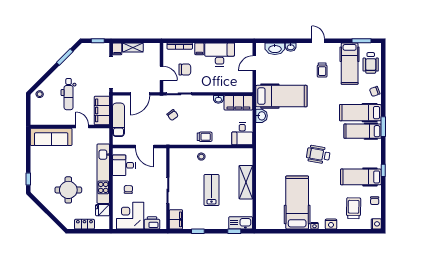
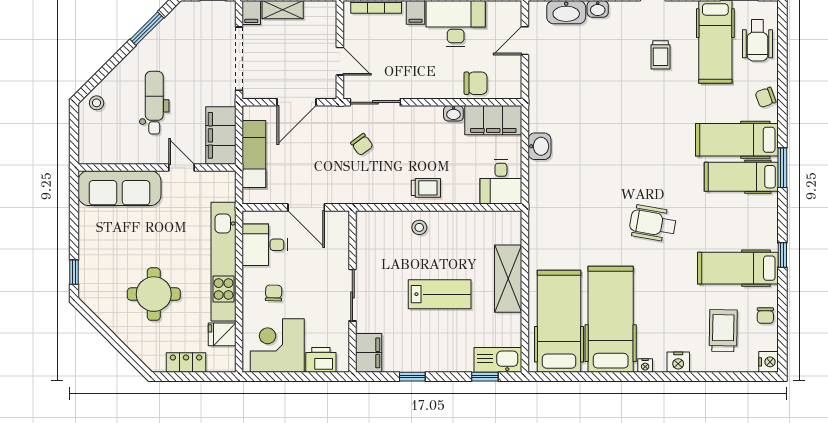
chair: (185, 70) -> (476, 83), moved
dental chair: (69, 94) -> (154, 103), turned 180
hospital bed: (281, 96) -> (559, 321), moved, turned -90
lab bench: (211, 190) -> (440, 294), turned 90

